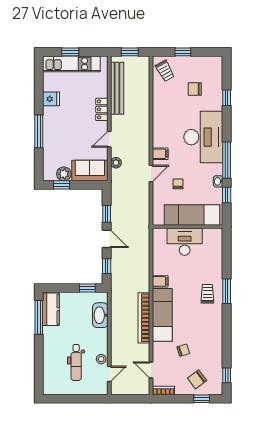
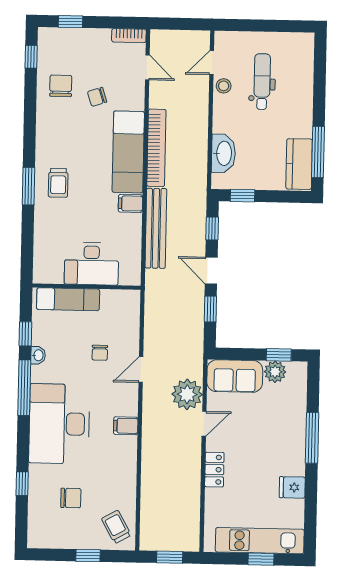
bench: (117, 88) -> (156, 228), moved
filing cabinet: (160, 154) -> (126, 426), moved
plant: (116, 163) -> (187, 394), width x1.88, depth x1.88
exam couch: (192, 215) -> (68, 299), width x0.73, depth x0.69
chair: (197, 379) -> (61, 86), moved, turned -53

